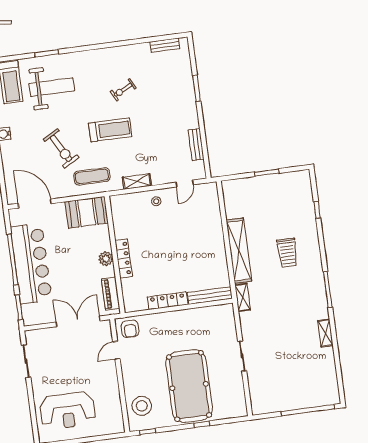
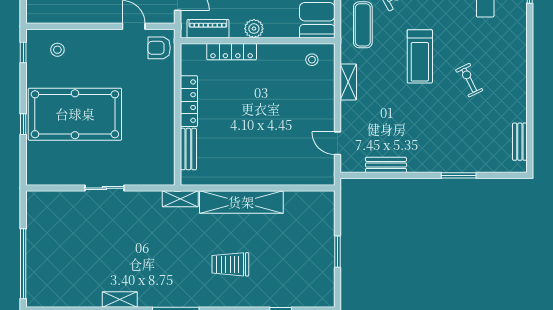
stool: (156, 201) -> (312, 60), moved
locker: (124, 258) -> (232, 52), moved
bench: (210, 296) -> (188, 149), width x0.73
stool: (142, 406) -> (57, 50), width x0.53, depth x0.53

